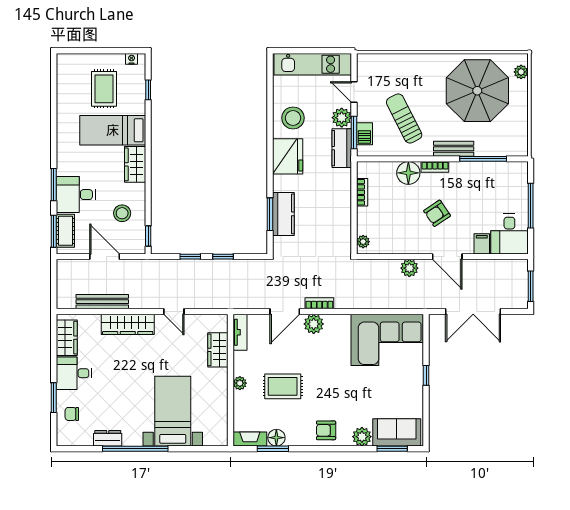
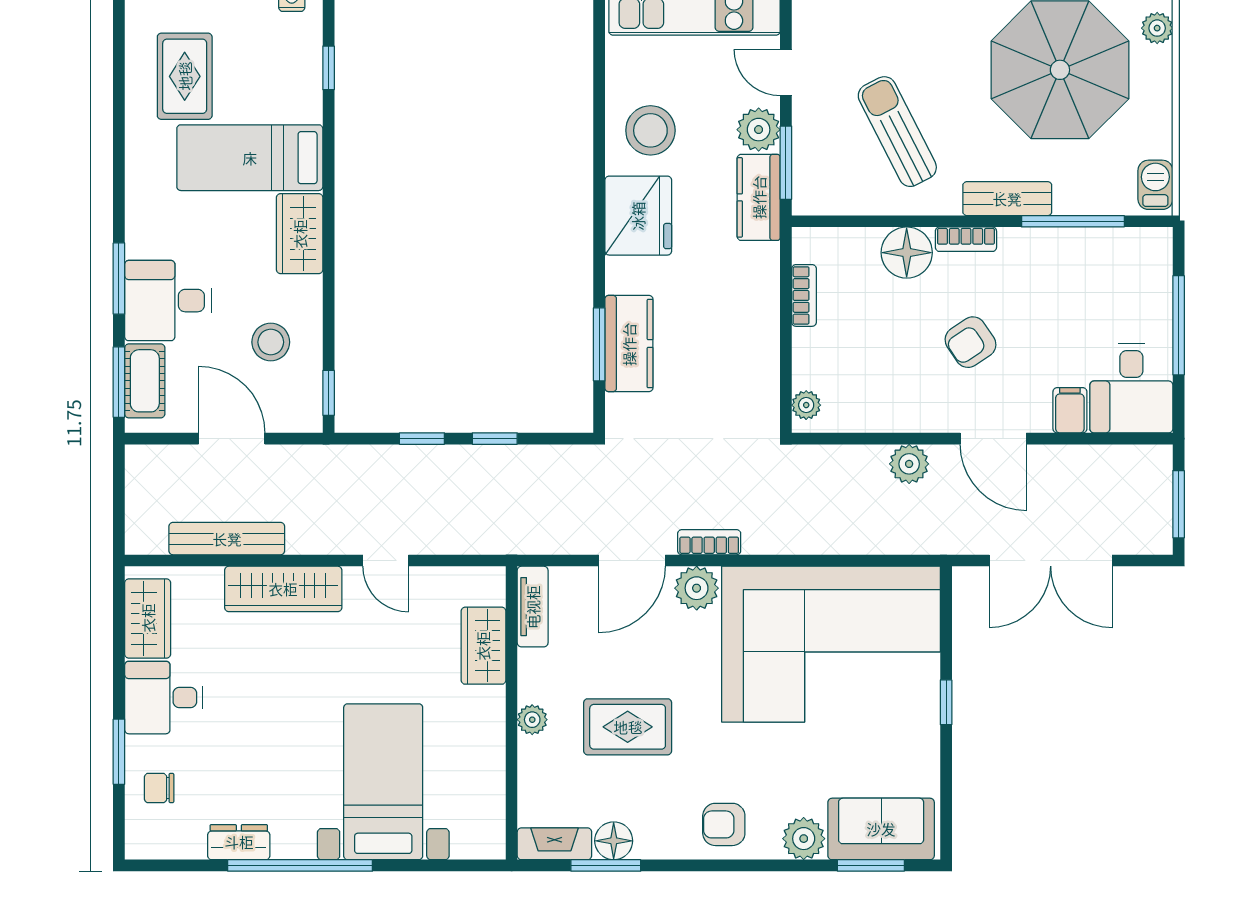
rug: (104, 89) -> (185, 76), moved
barbecue: (364, 134) -> (1155, 185), moved, turned 180
corner sofa: (387, 340) -> (831, 644), width x1.36, depth x1.36

